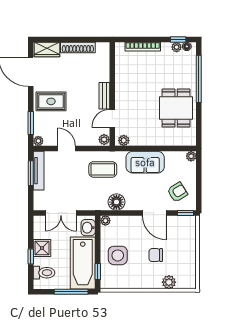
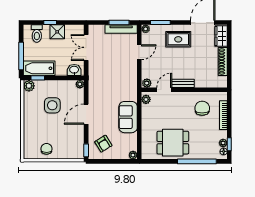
chair: (134, 72) -> (202, 108), added
rug: (51, 101) -> (178, 39), turned 90
door: (112, 118) -> (164, 90), hinge flipped
coffee table: (103, 169) -> (122, 82), removed
floor lamp: (116, 202) -> (95, 93), removed
door: (154, 213) -> (86, 114), moved
side table: (118, 255) -> (52, 105), moved
chair: (156, 255) -> (47, 149), moved
bathtub: (83, 263) -> (39, 68), width x0.73, depth x0.73
plant: (169, 282) -> (29, 86), moved

